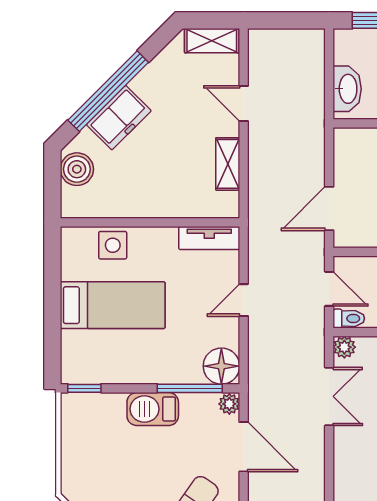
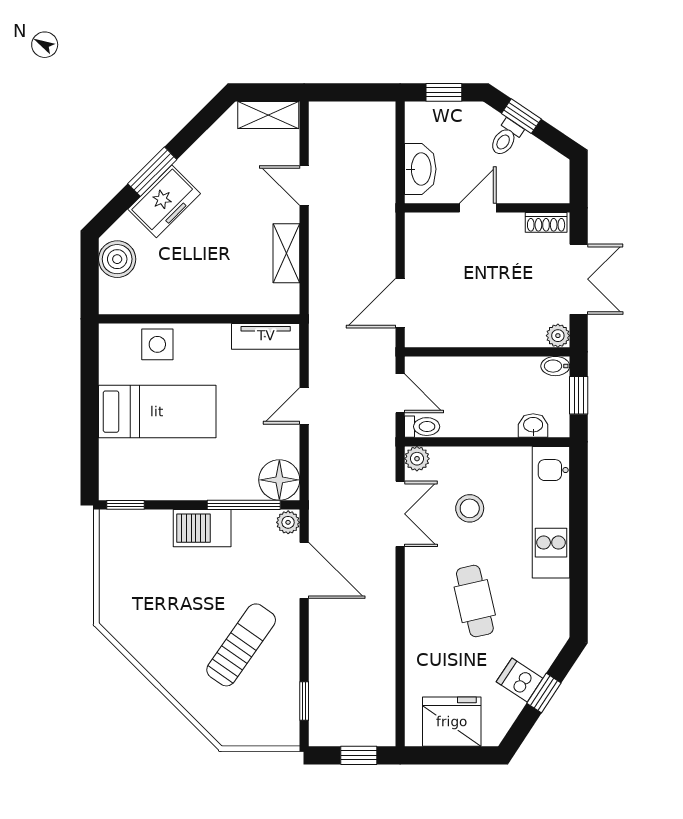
window: (108, 91) -> (152, 172), width x0.47

